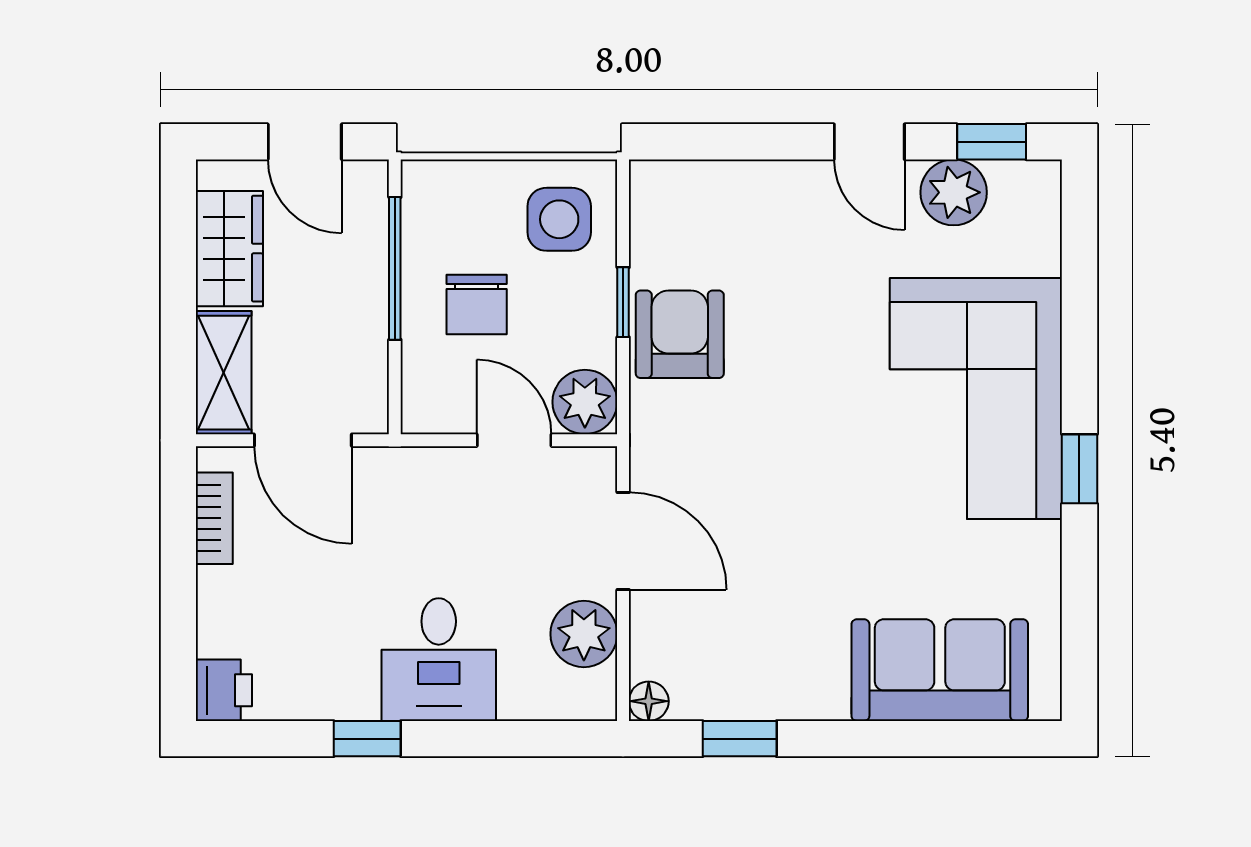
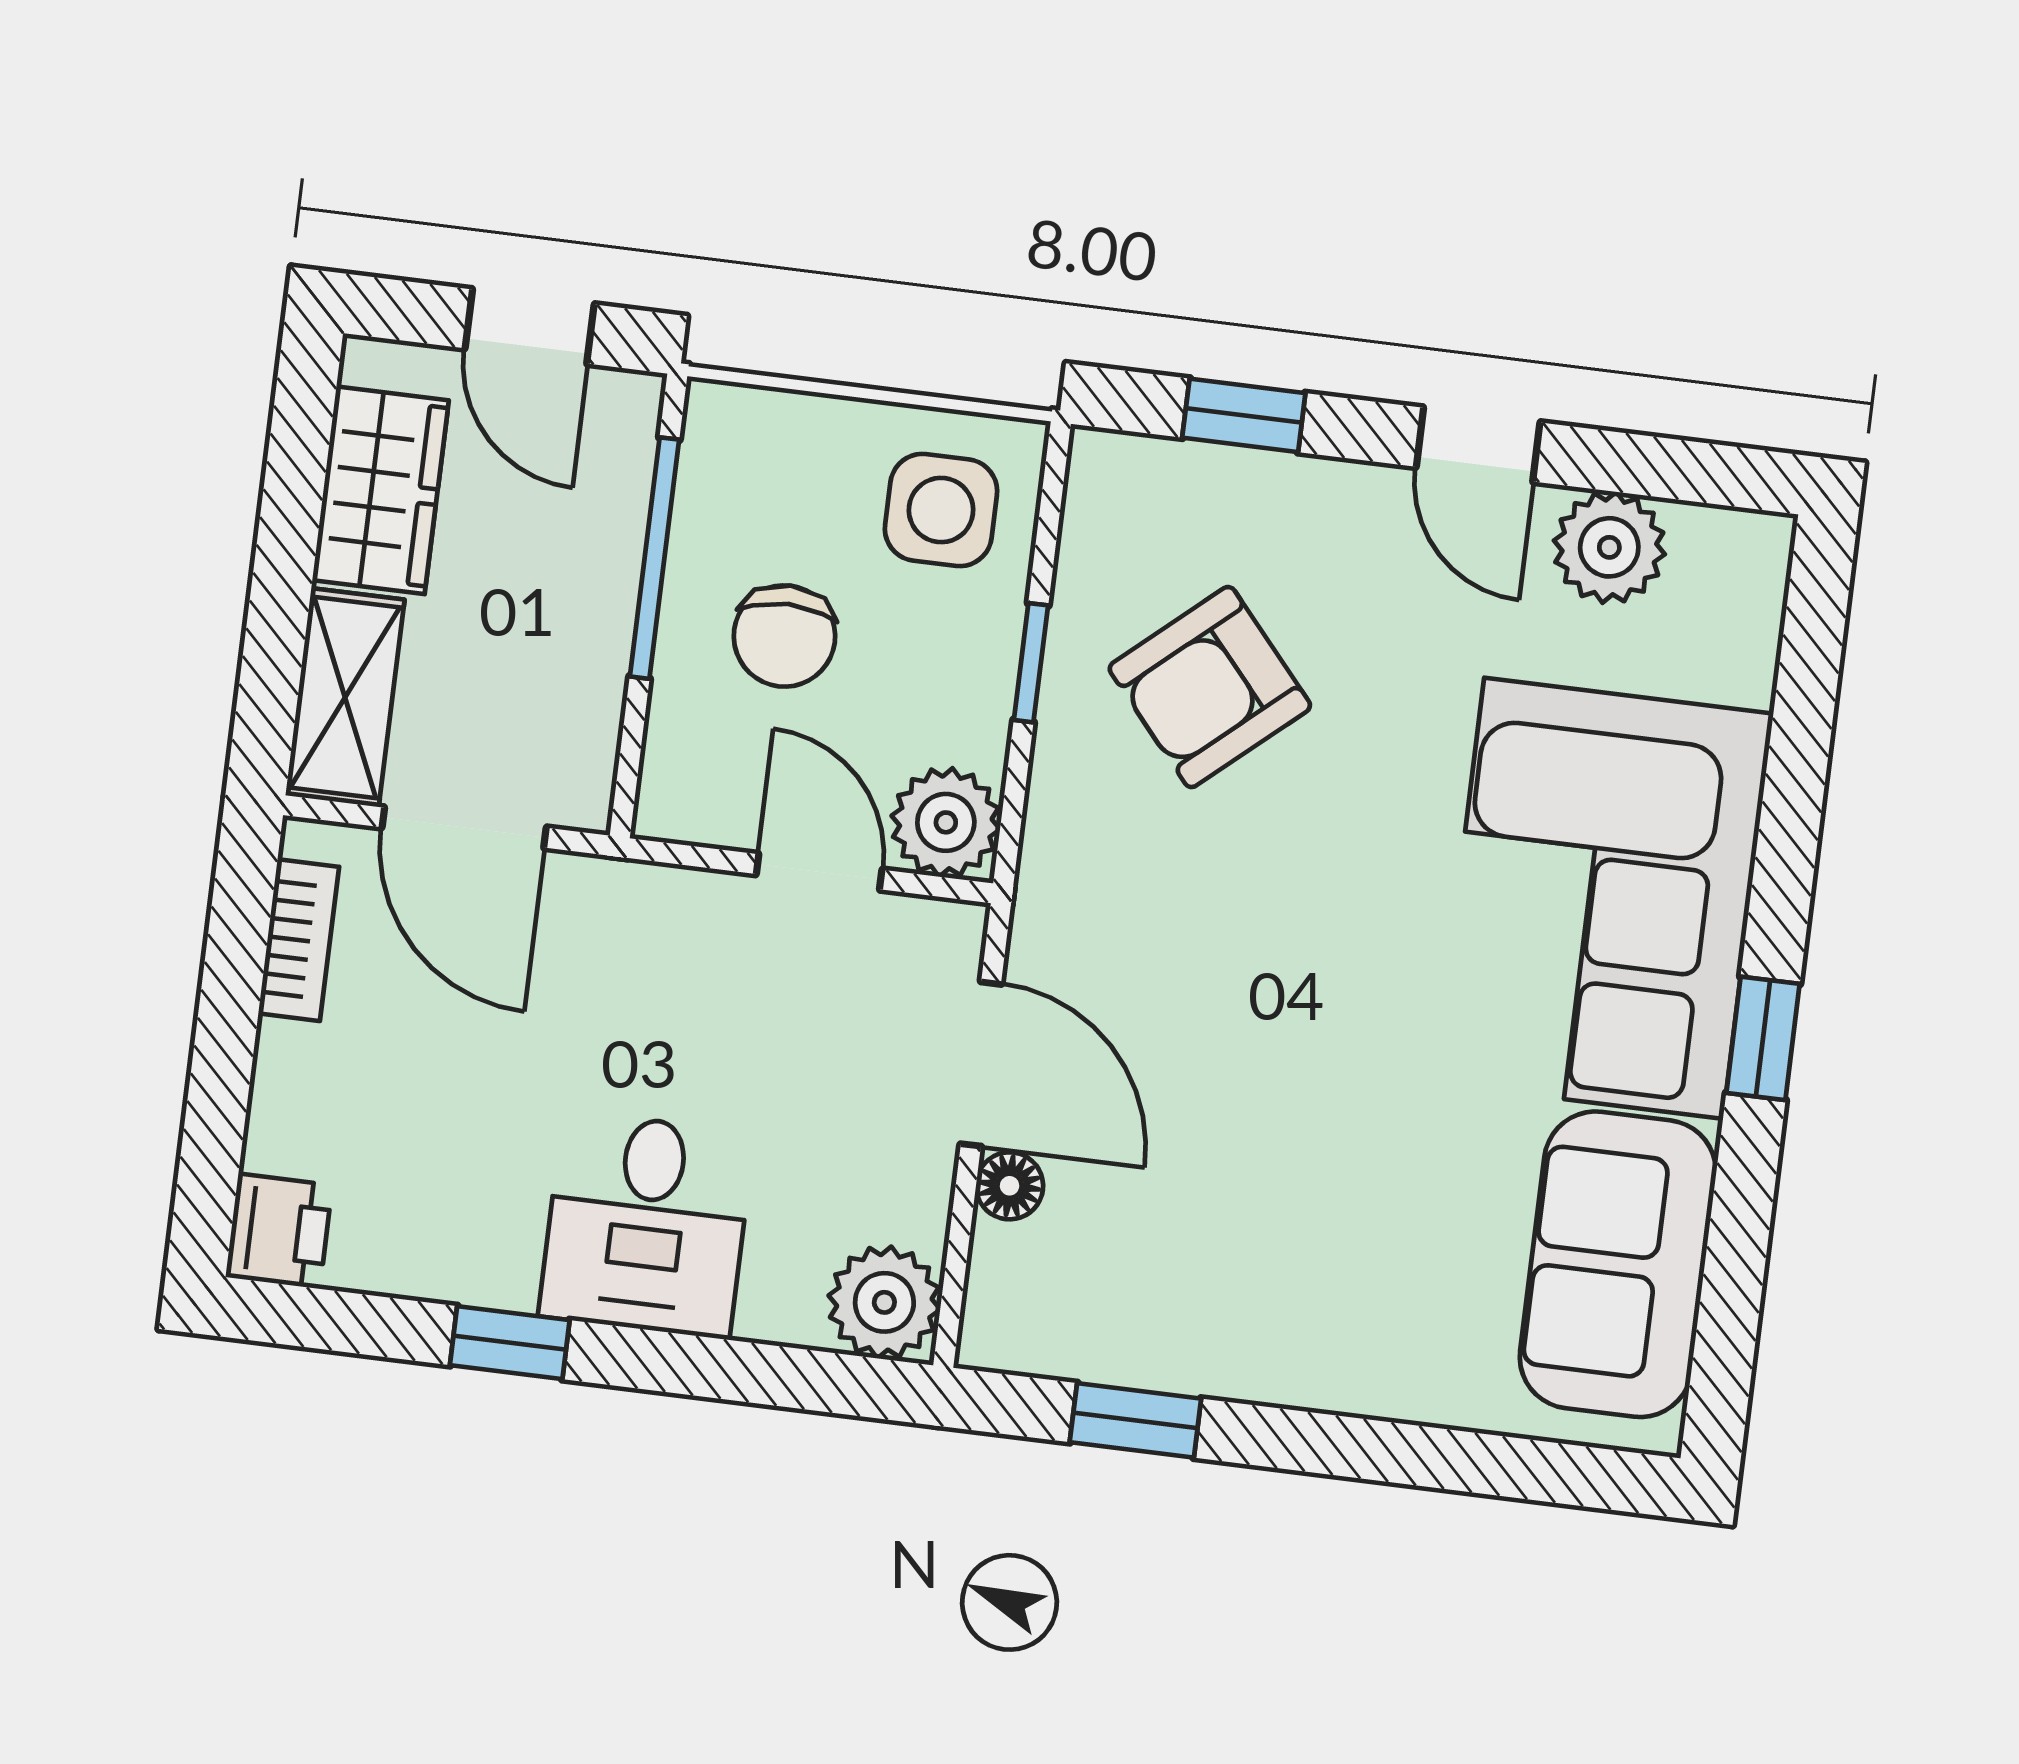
window: (992, 142) -> (1244, 415), moved
armchair: (680, 334) -> (1210, 687), moved, turned -131
plant: (584, 634) -> (884, 1302), moved
sofa: (940, 670) -> (1618, 1264), moved, turned -90
floor lamp: (649, 701) -> (1010, 1186), moved

